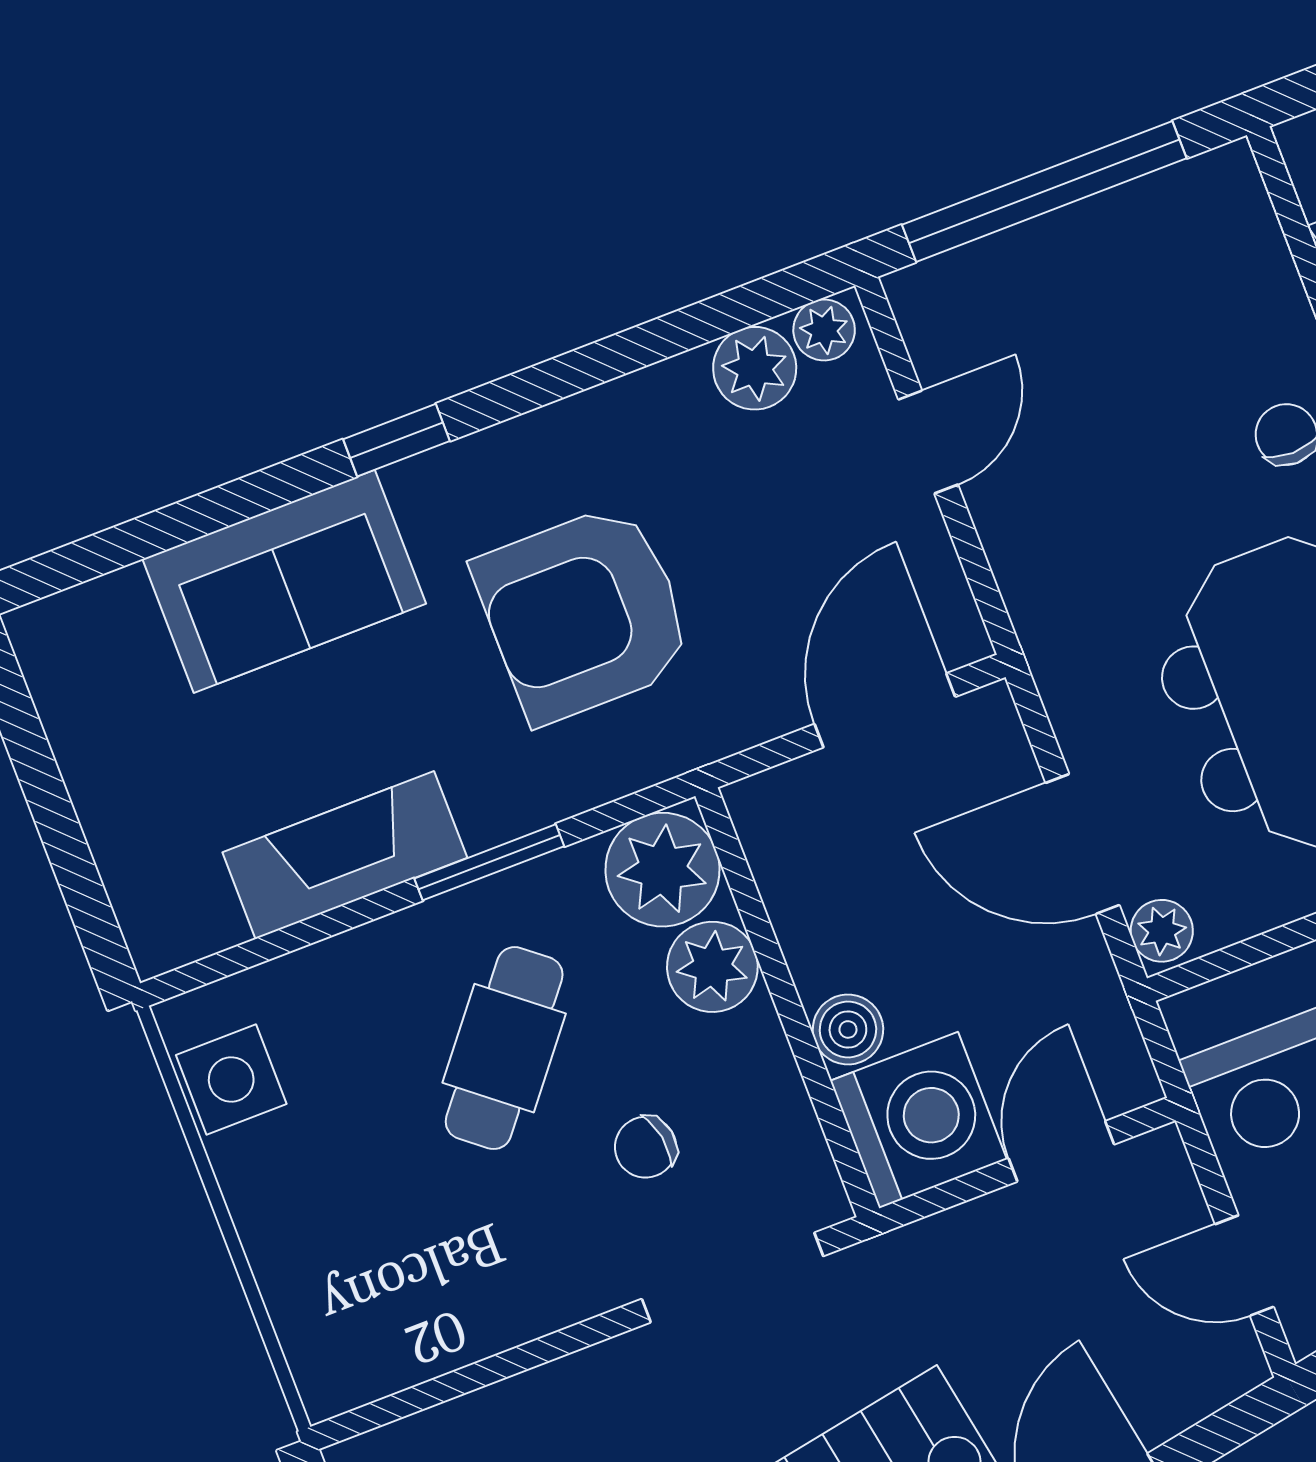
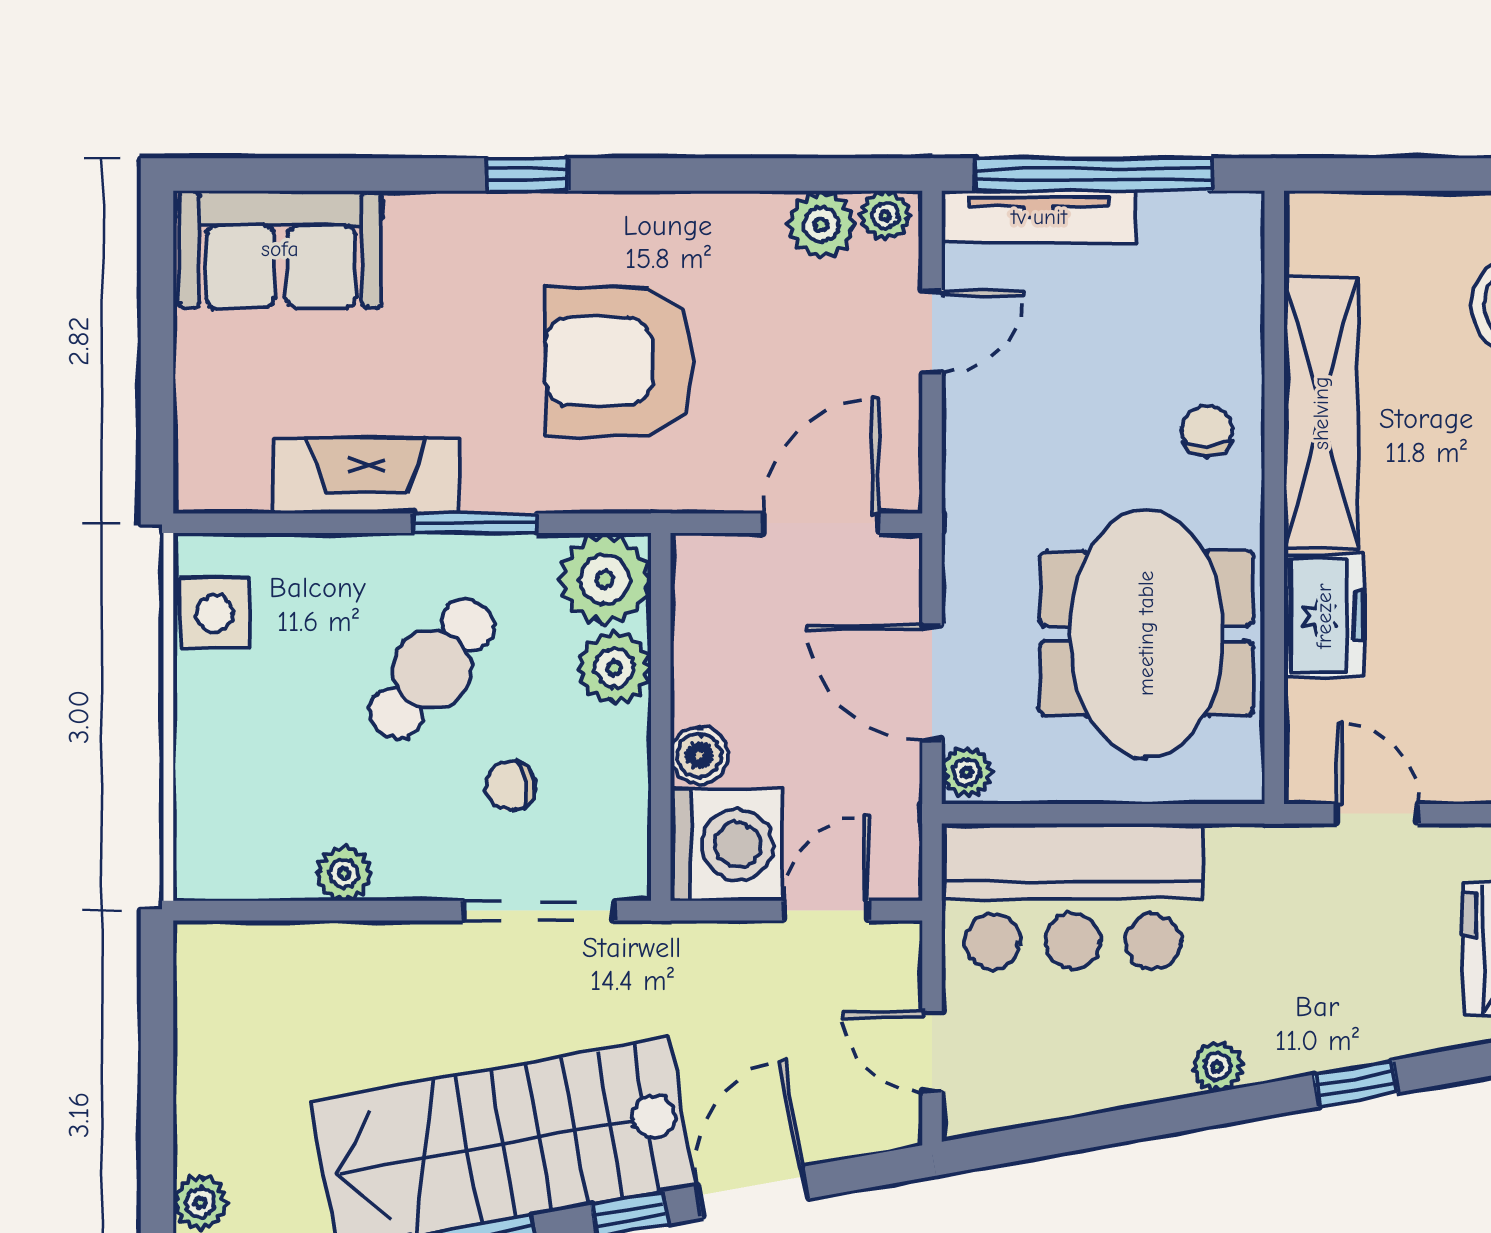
tv unit: (1000, 264) -> (1039, 217), added
sofa: (284, 581) -> (280, 249), moved
plant: (494, 1320) -> (344, 874), added

